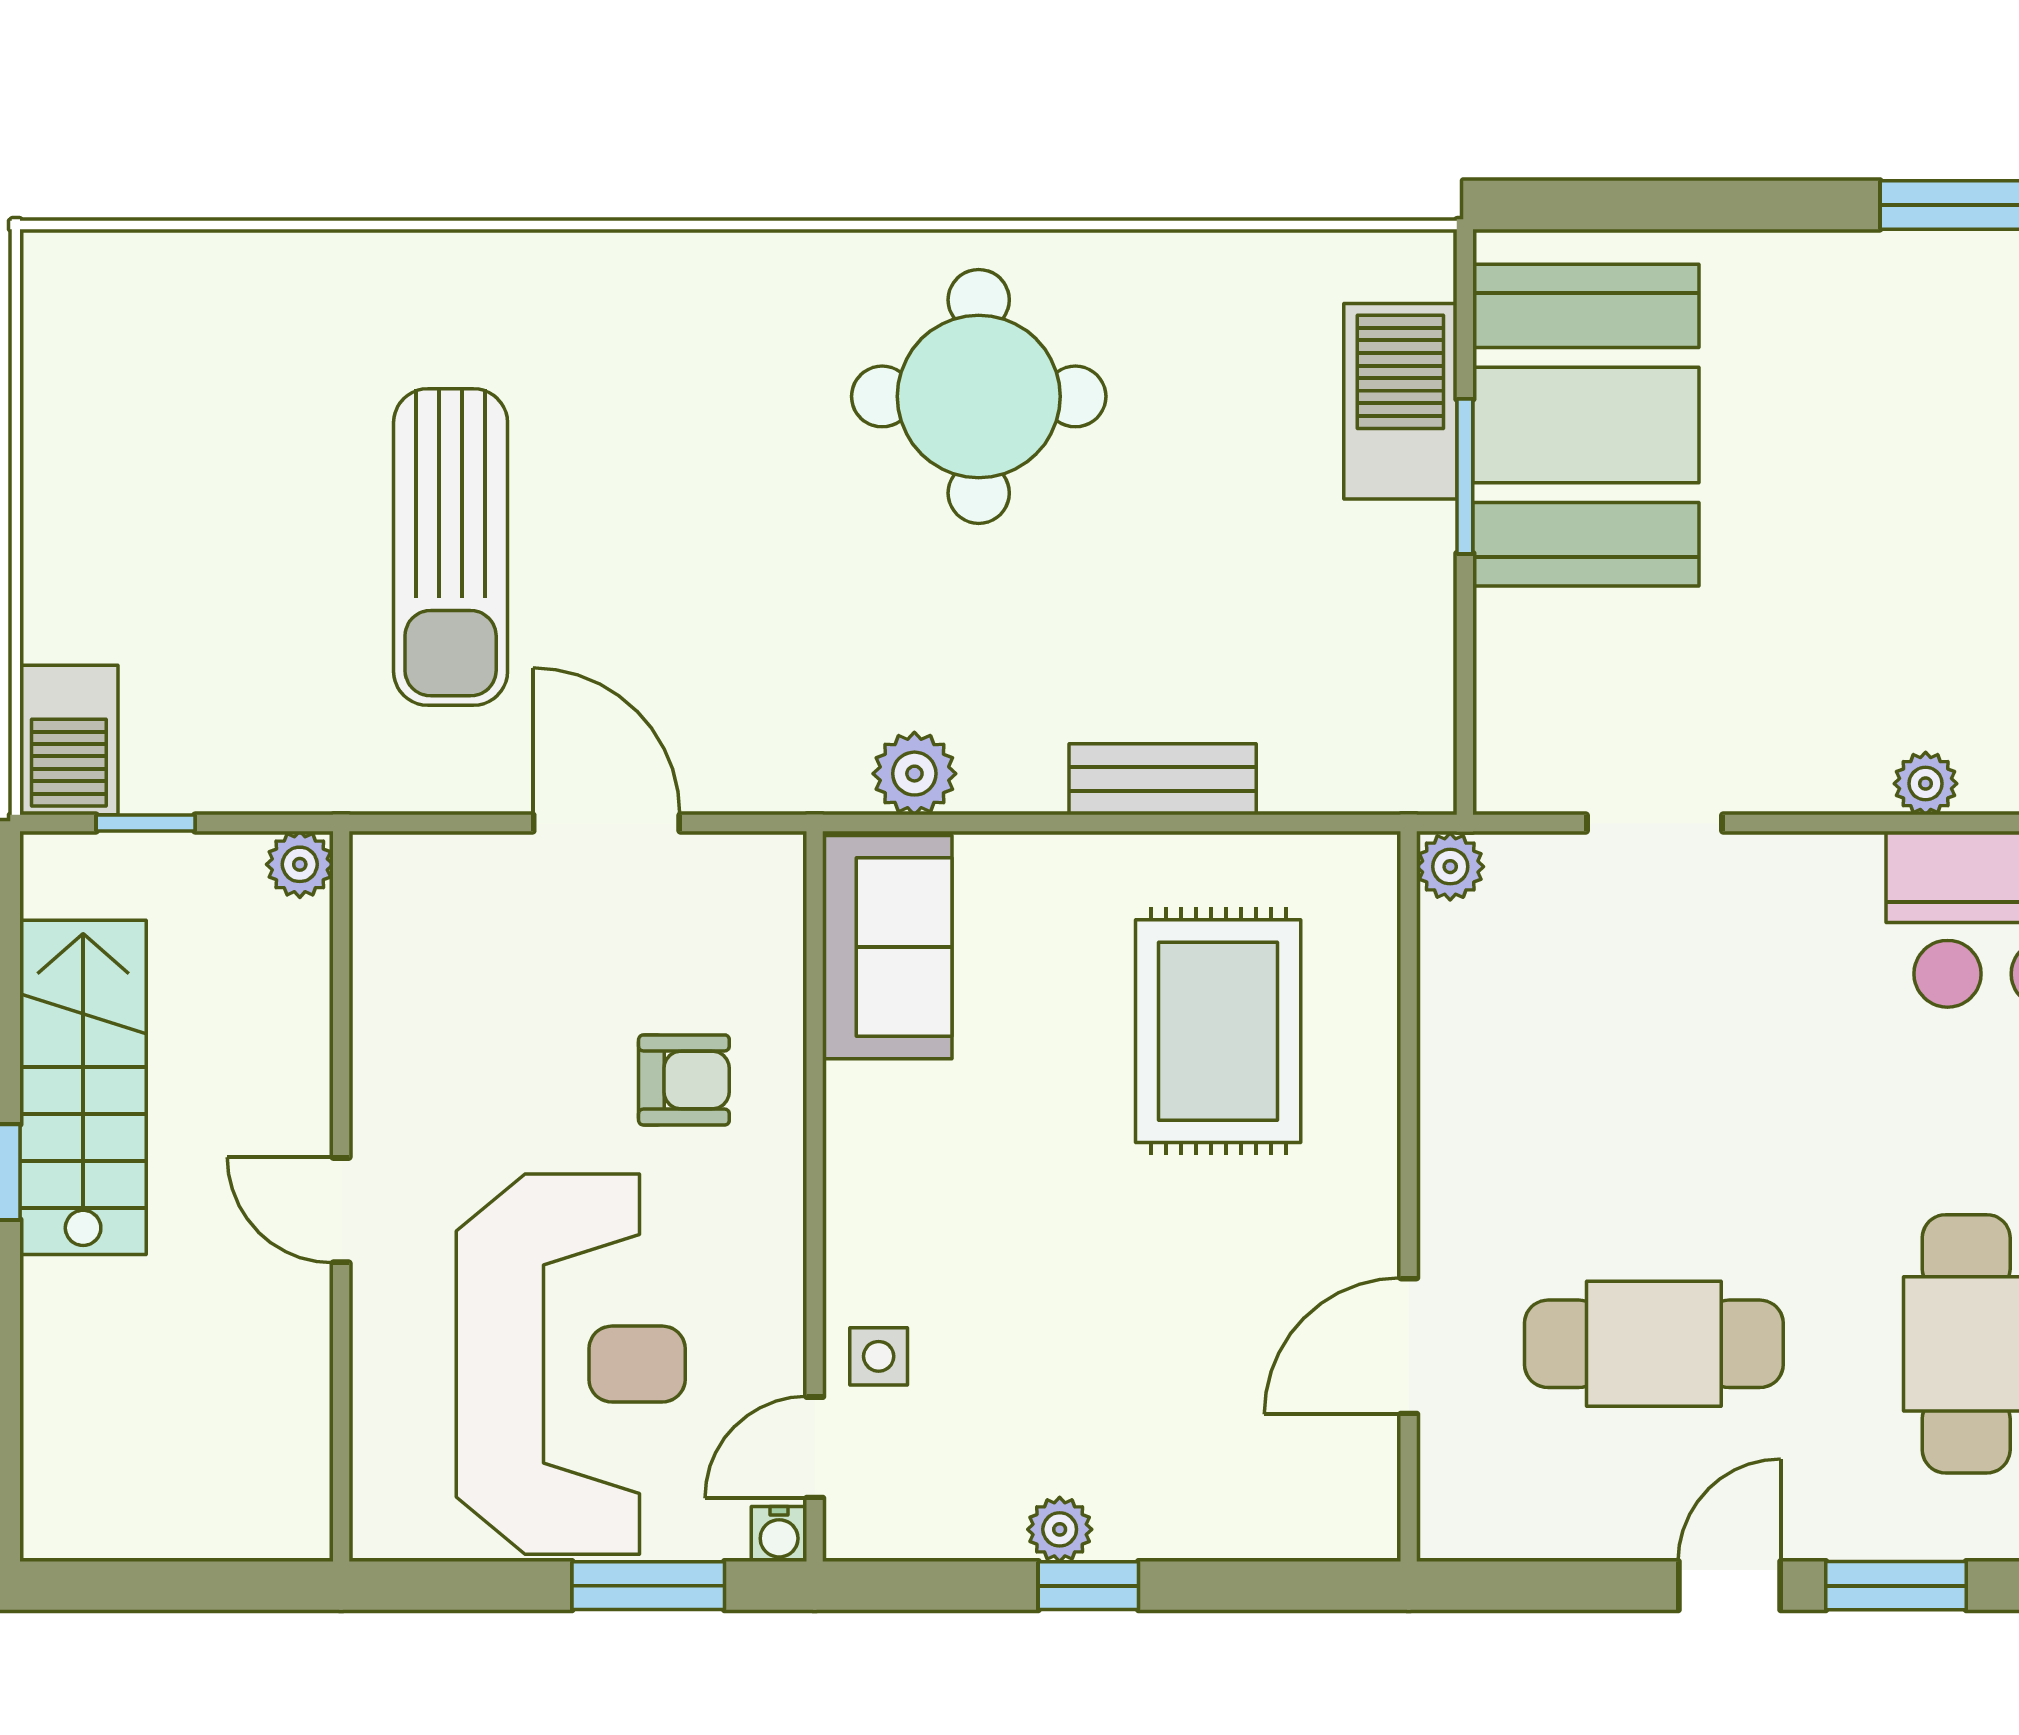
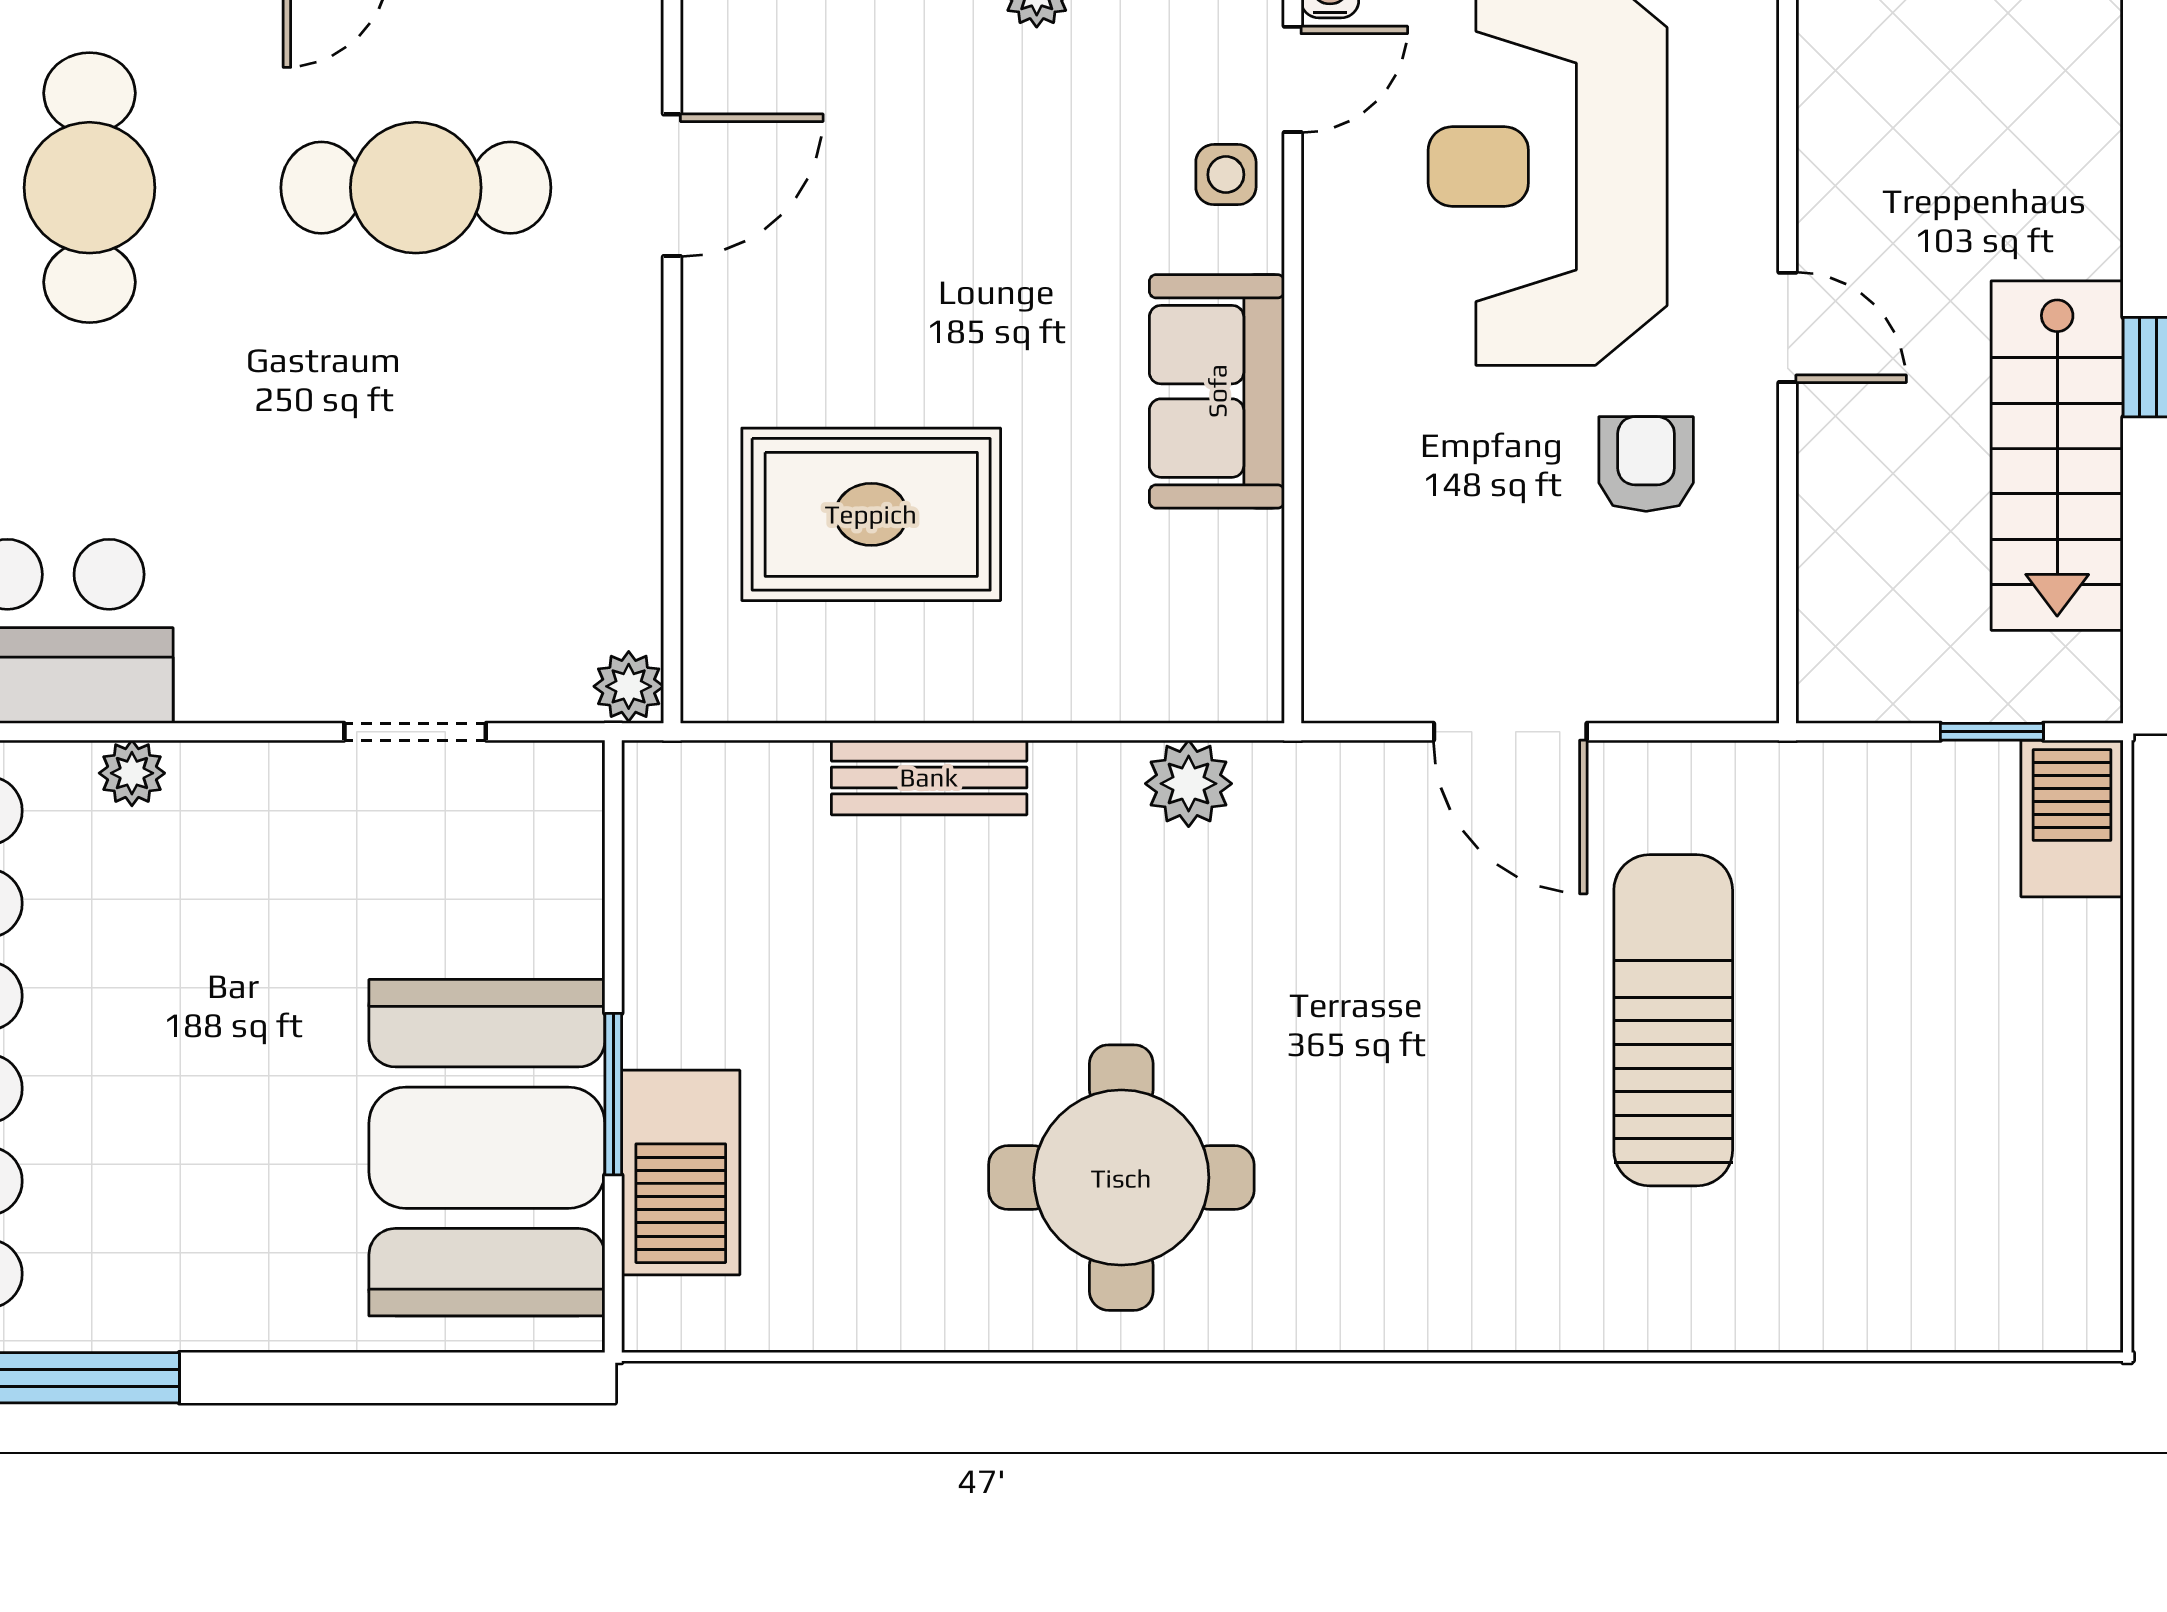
plant: (300, 864) -> (1831, 689), removed
sofa: (887, 947) -> (1217, 391), moved
rug: (1218, 1031) -> (871, 514), turned 90
armchair: (684, 1080) -> (1646, 464), moved, turned 90

